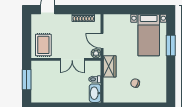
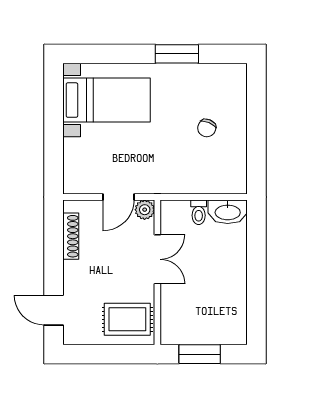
window: (171, 46) -> (177, 54), moved
wardrobe: (110, 66) -> (172, 181), removed

